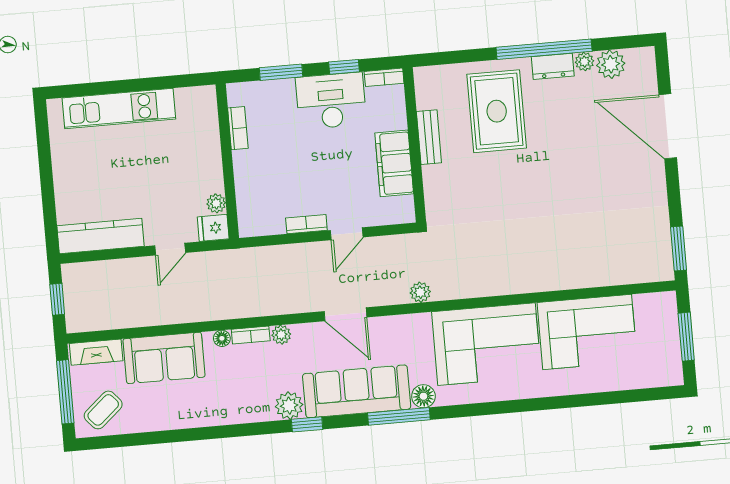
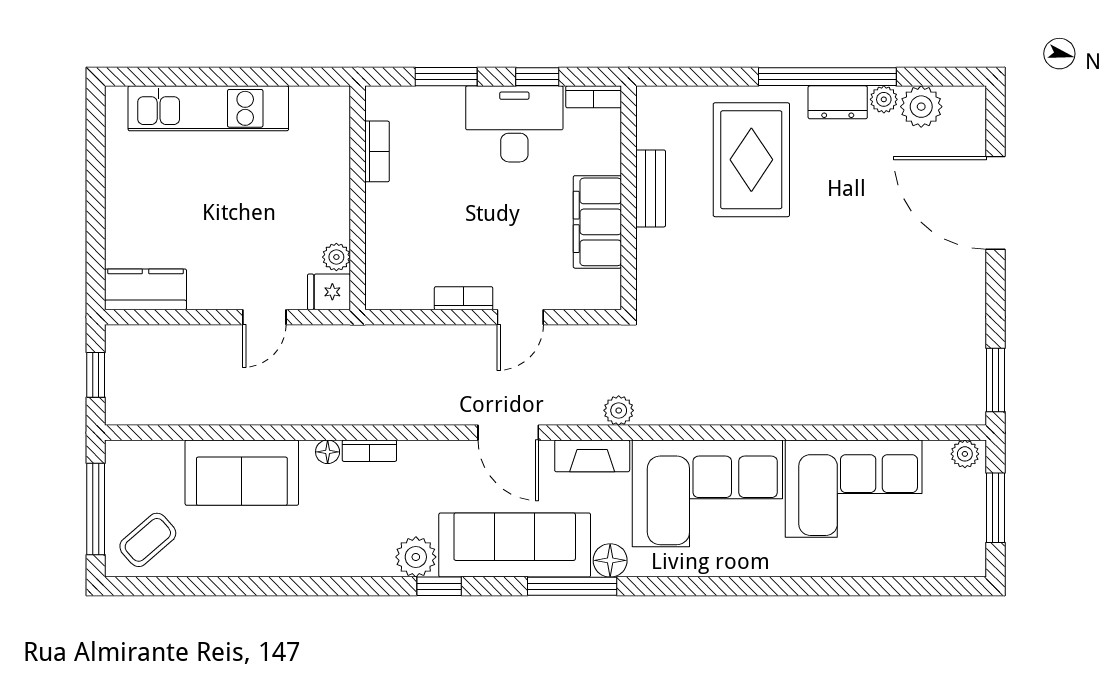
kitchen counter: (101, 236) -> (146, 289), width x0.67
plant: (281, 335) -> (965, 454), moved
fireplace: (96, 352) -> (592, 456), moved

